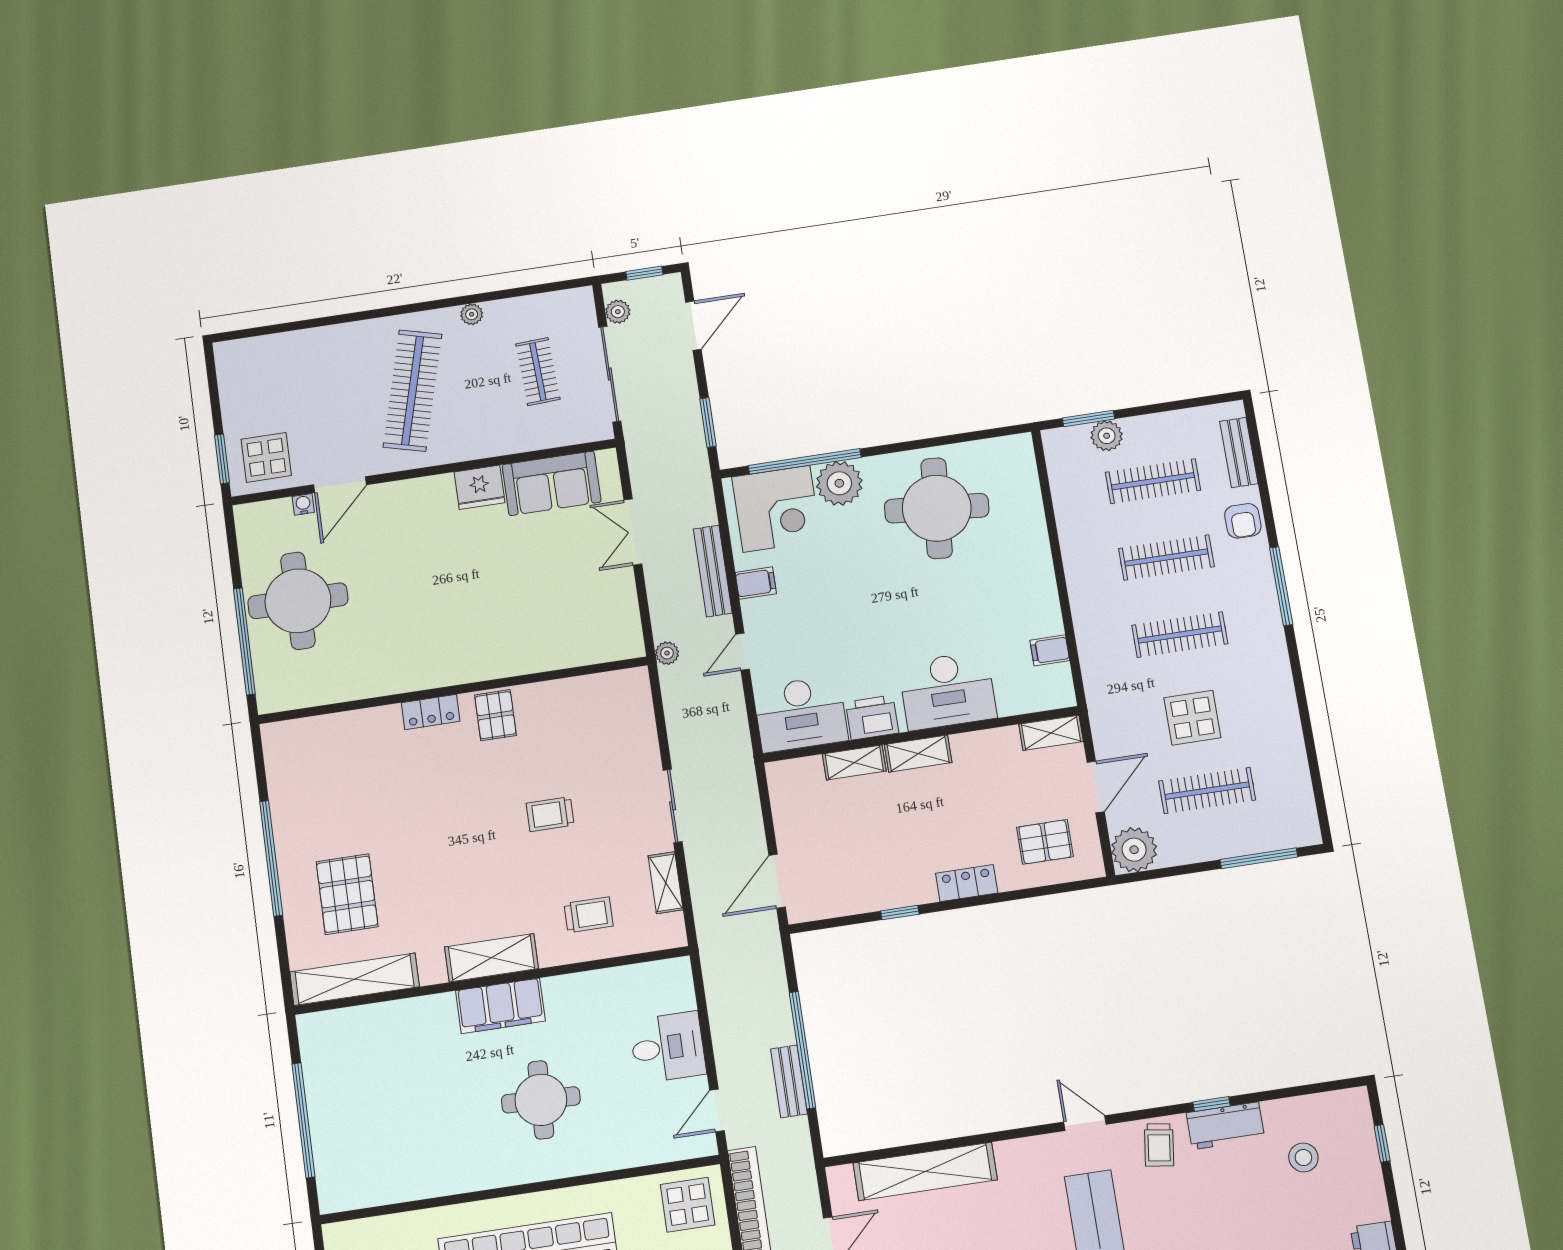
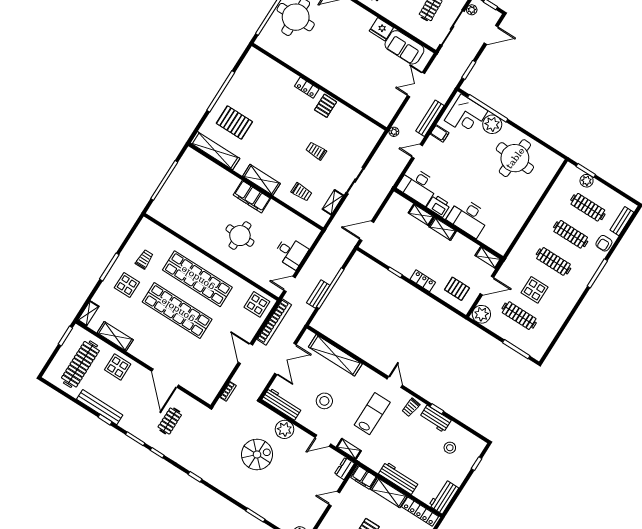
filing cabinet: (1050, 650) -> (510, 232), removed
pallet: (347, 894) -> (234, 122), turned 90

